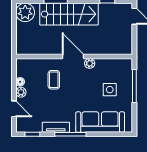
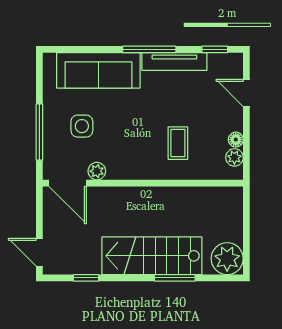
door: (73, 56) -> (68, 183), moved
plant: (90, 63) -> (97, 171), moved
plant: (21, 92) -> (234, 157), moved
tv unit: (56, 127) -> (174, 61), width x1.41

